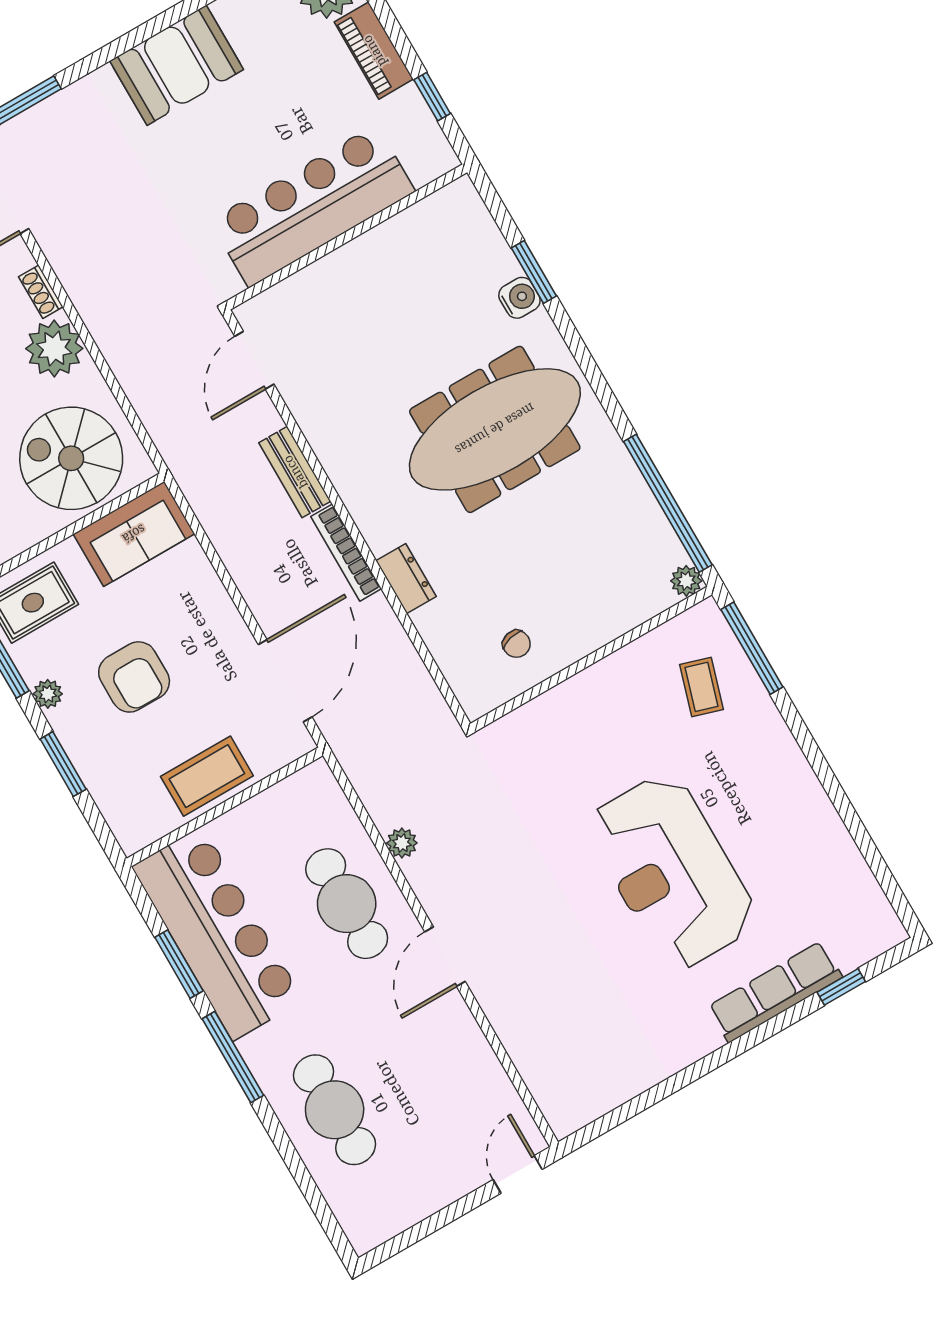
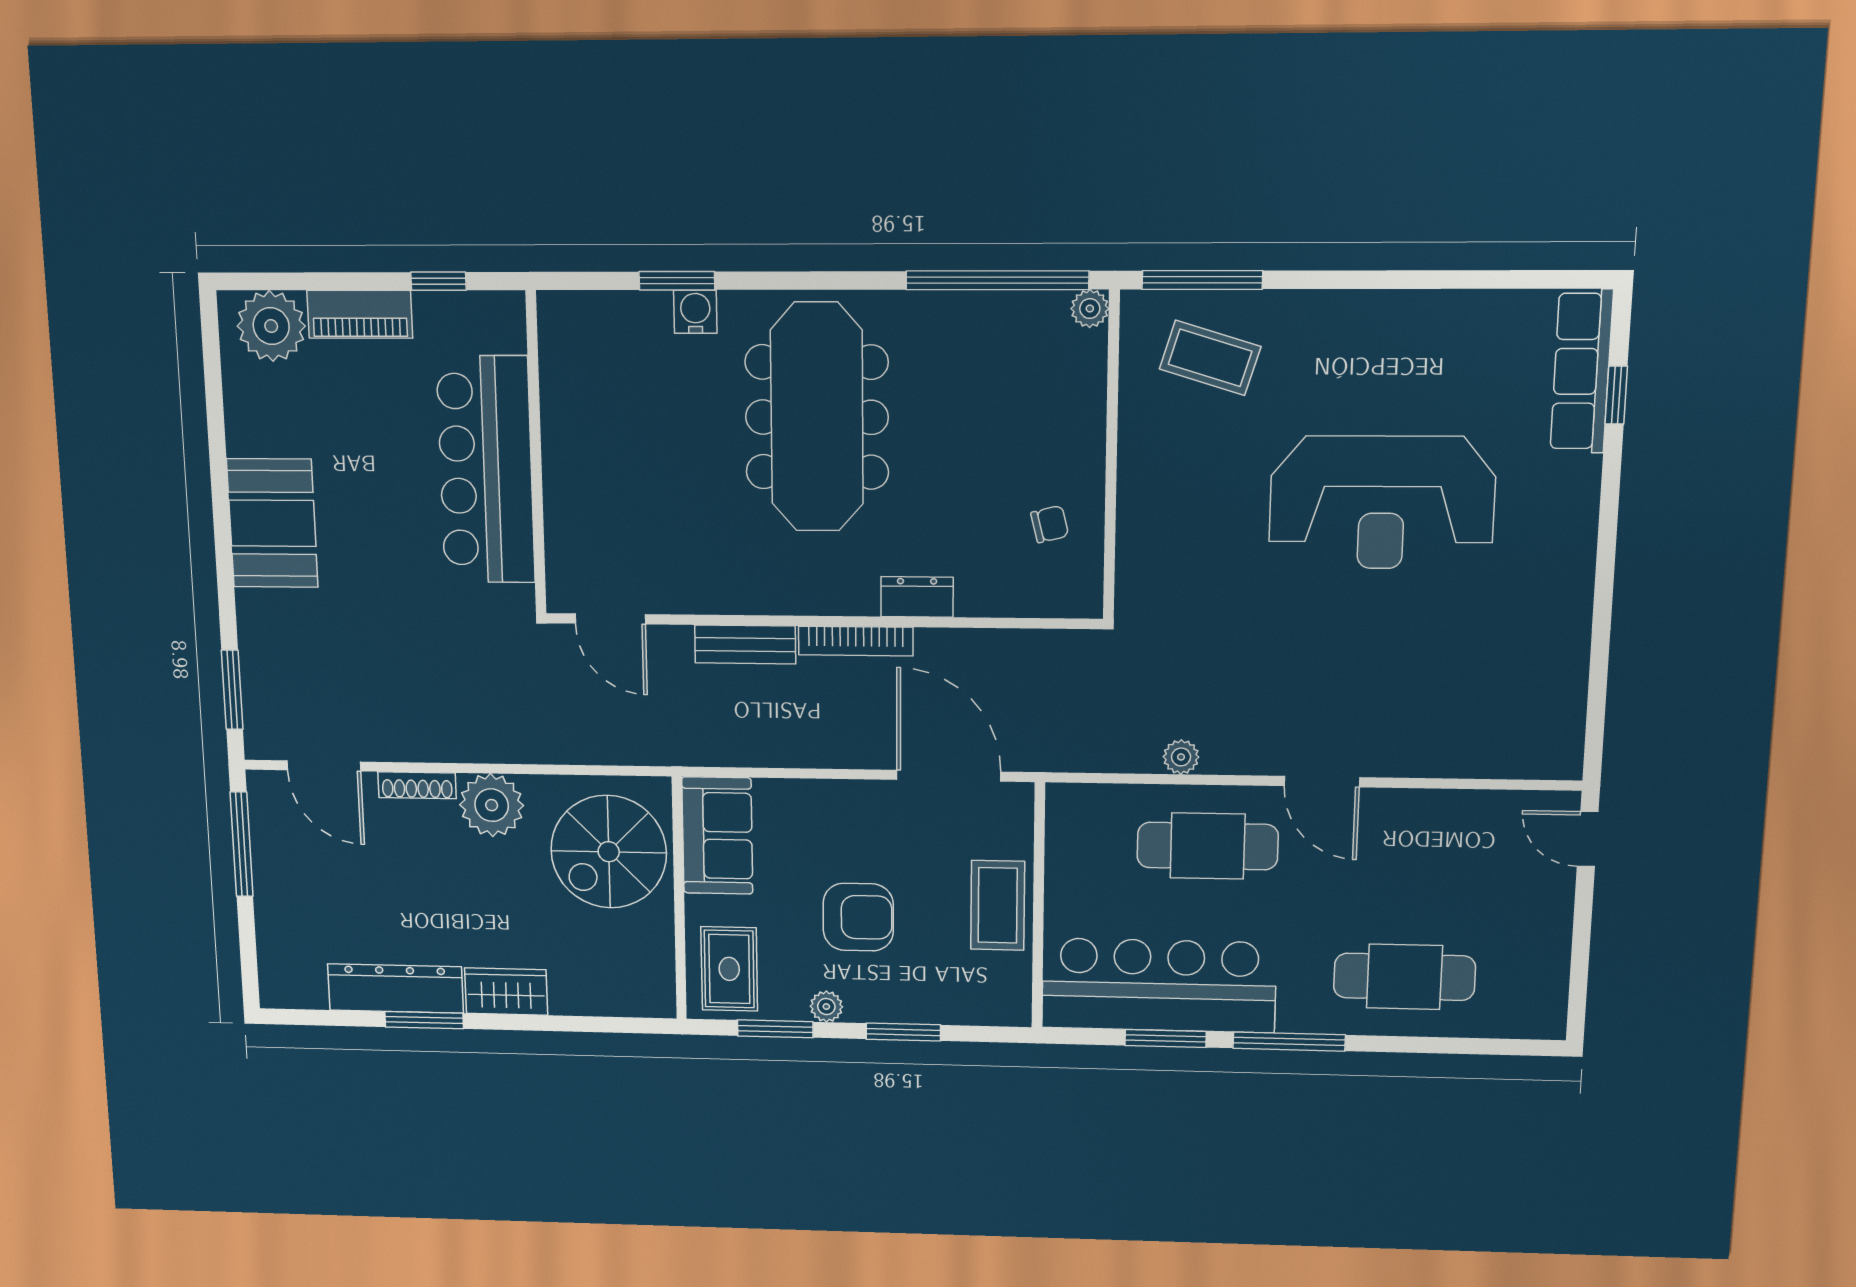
shoe rack: (41, 292) -> (417, 785), width x1.43
coffee table: (701, 687) -> (1210, 358), width x1.36, depth x1.30
row of seats: (775, 992) -> (1582, 371), moved

